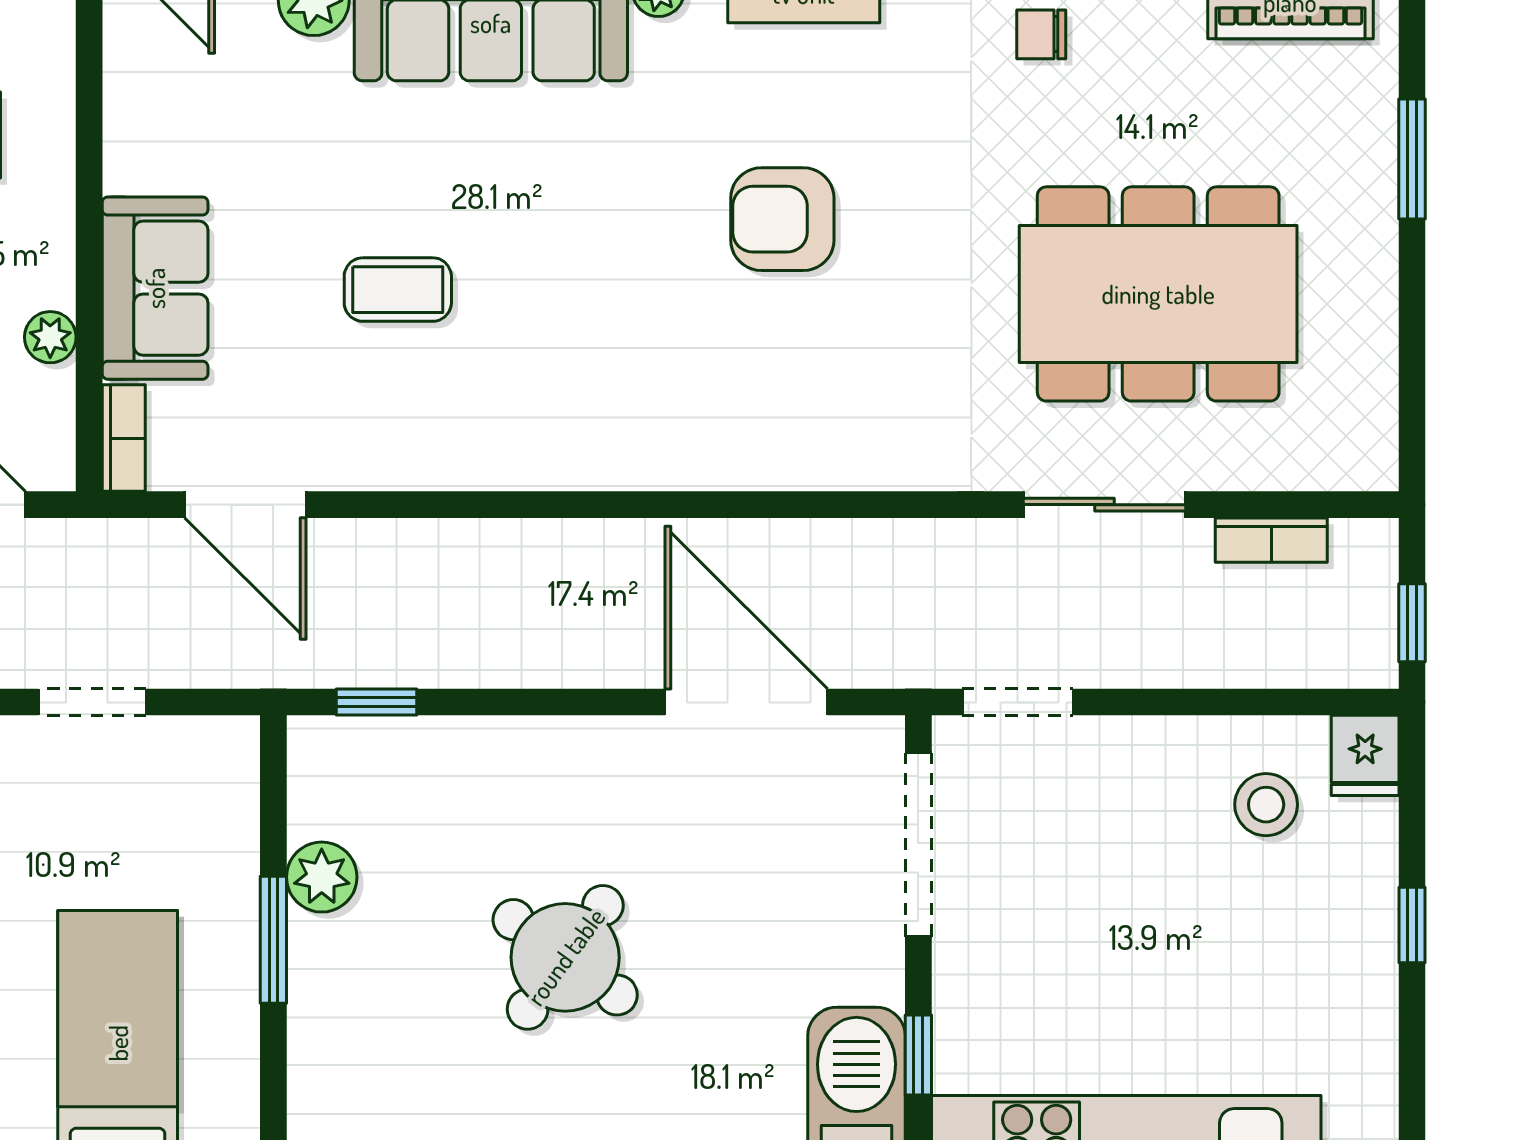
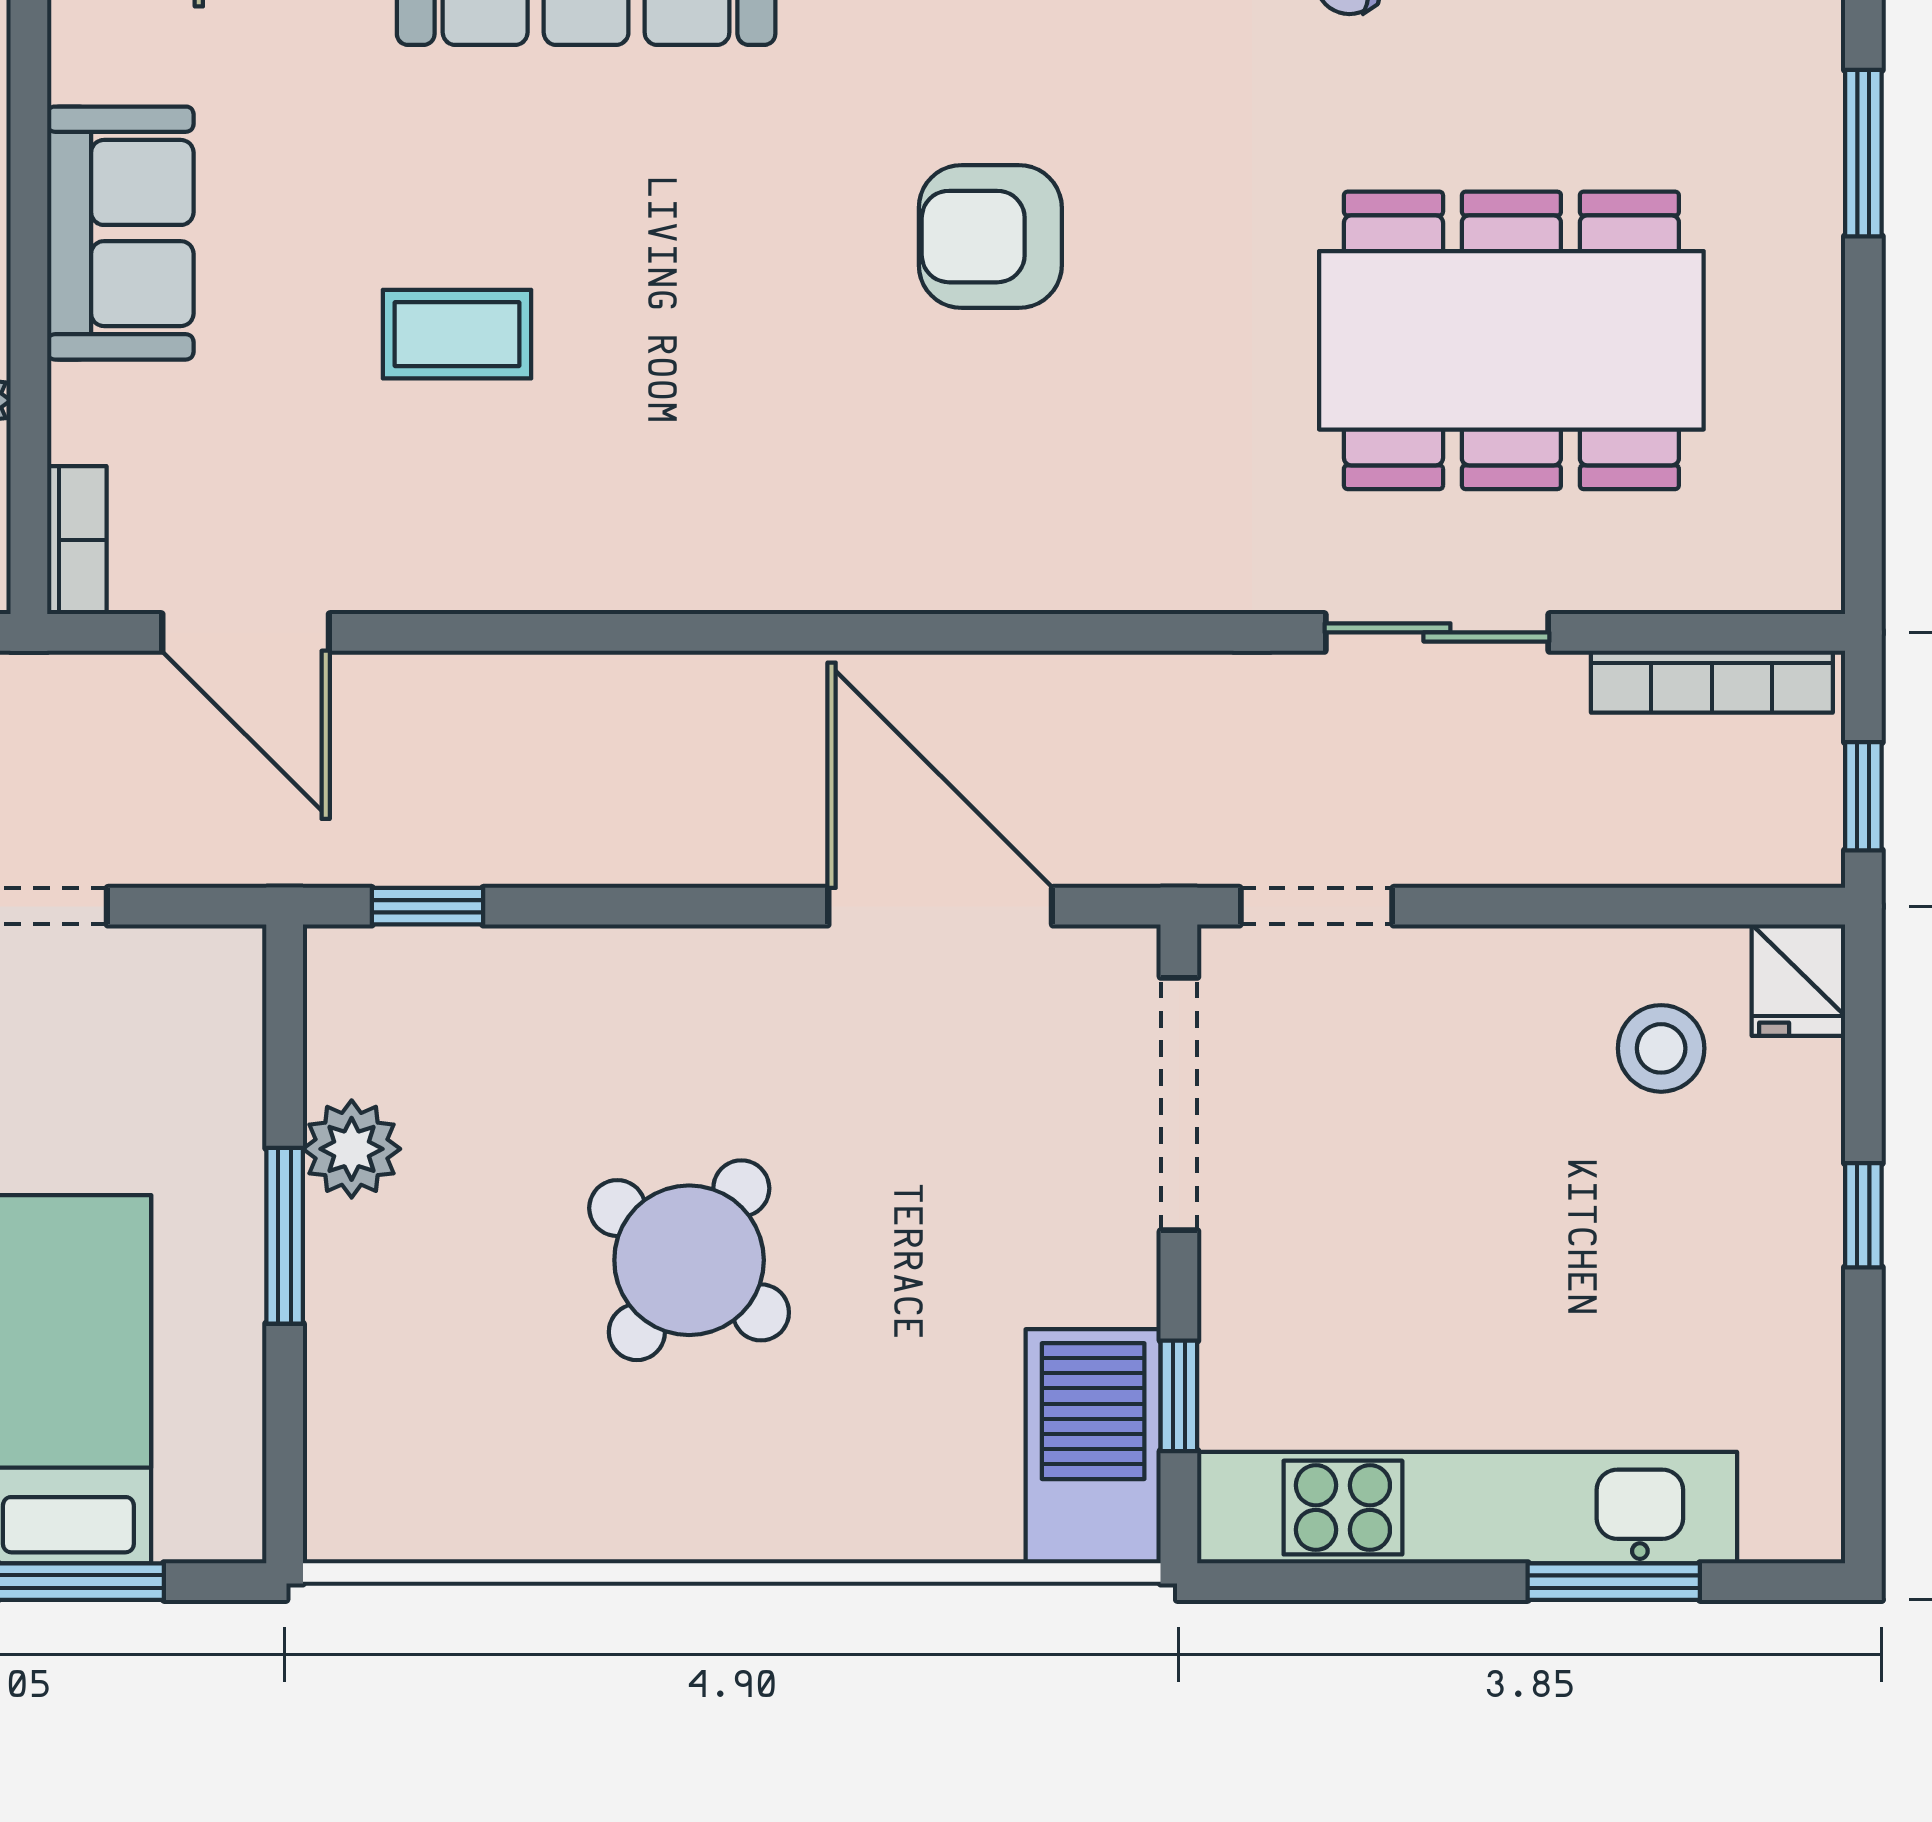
sofa: (155, 288) -> (120, 233), moved
bookcase: (1271, 540) -> (1712, 682), width x1.56

